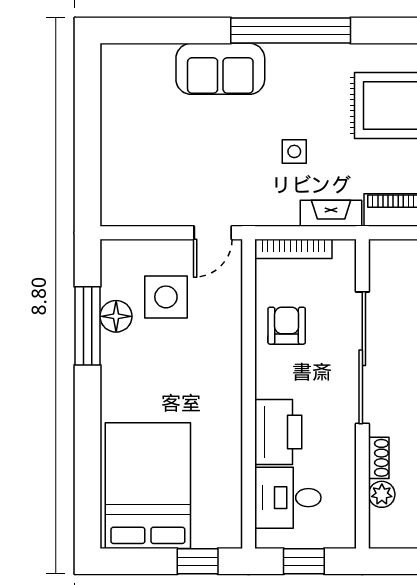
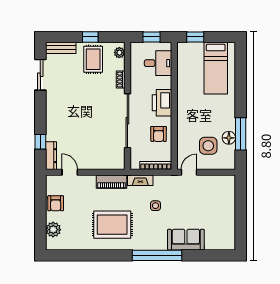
printer: (278, 432) -> (162, 103), moved
bed: (148, 486) -> (216, 68), width x0.67
plant: (382, 494) -> (119, 53), moved

